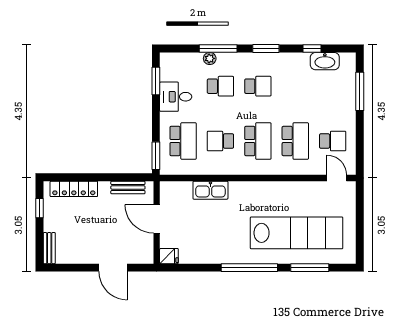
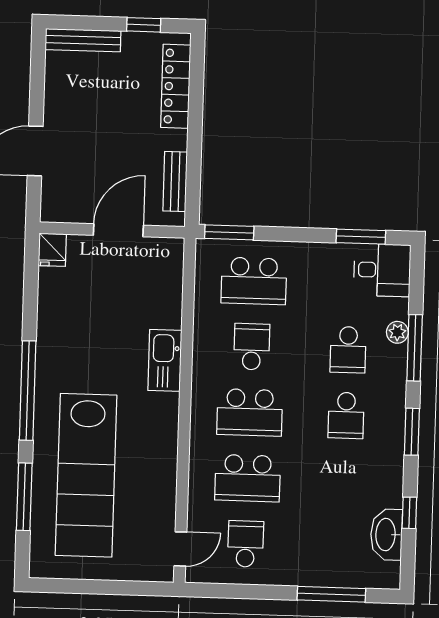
desk: (176, 97) -> (382, 270), moved, turned 90
school desk: (333, 141) -> (246, 544), turned 180
kitchen sink: (210, 190) -> (165, 360), moved
bench: (49, 248) -> (83, 40), width x1.36

